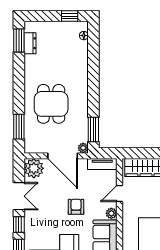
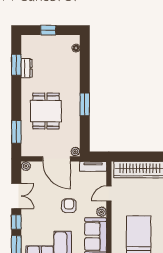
window: (70, 16) -> (48, 30), moved
window: (19, 40) -> (16, 65), moved
dresser: (30, 43) -> (27, 68), moved
window: (93, 130) -> (85, 104), moved
plant: (34, 168) -> (26, 166), width x0.53, depth x0.53

